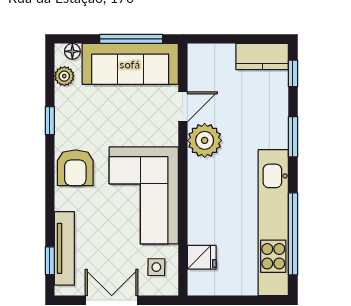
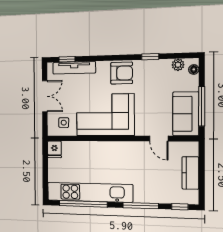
kitchen counter: (262, 57) -> (190, 173), moved
sofa: (130, 64) -> (186, 114), width x0.73
window: (293, 137) -> (141, 206), width x1.44
plant: (205, 140) -> (138, 152), removed
armchair: (75, 168) -> (122, 73), turned 180
fridge: (202, 257) -> (54, 149), moved

